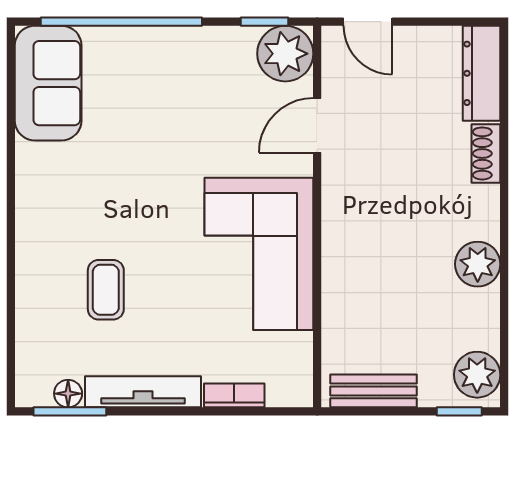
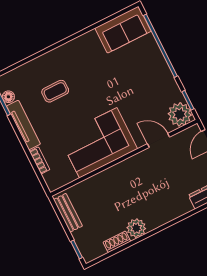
shoe rack: (486, 153) -> (117, 242), moved
plant: (477, 375) -> (94, 249), removed

